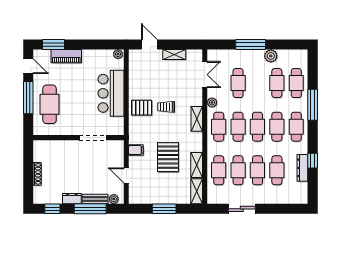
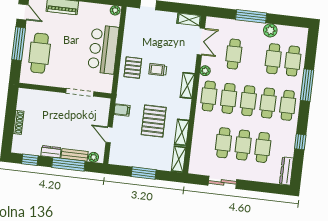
shelving: (174, 55) -> (189, 19), moved
pallet: (142, 108) -> (133, 68), turned 90
dresser: (302, 168) -> (286, 171), moved
cafe table: (219, 170) -> (204, 140), removed

